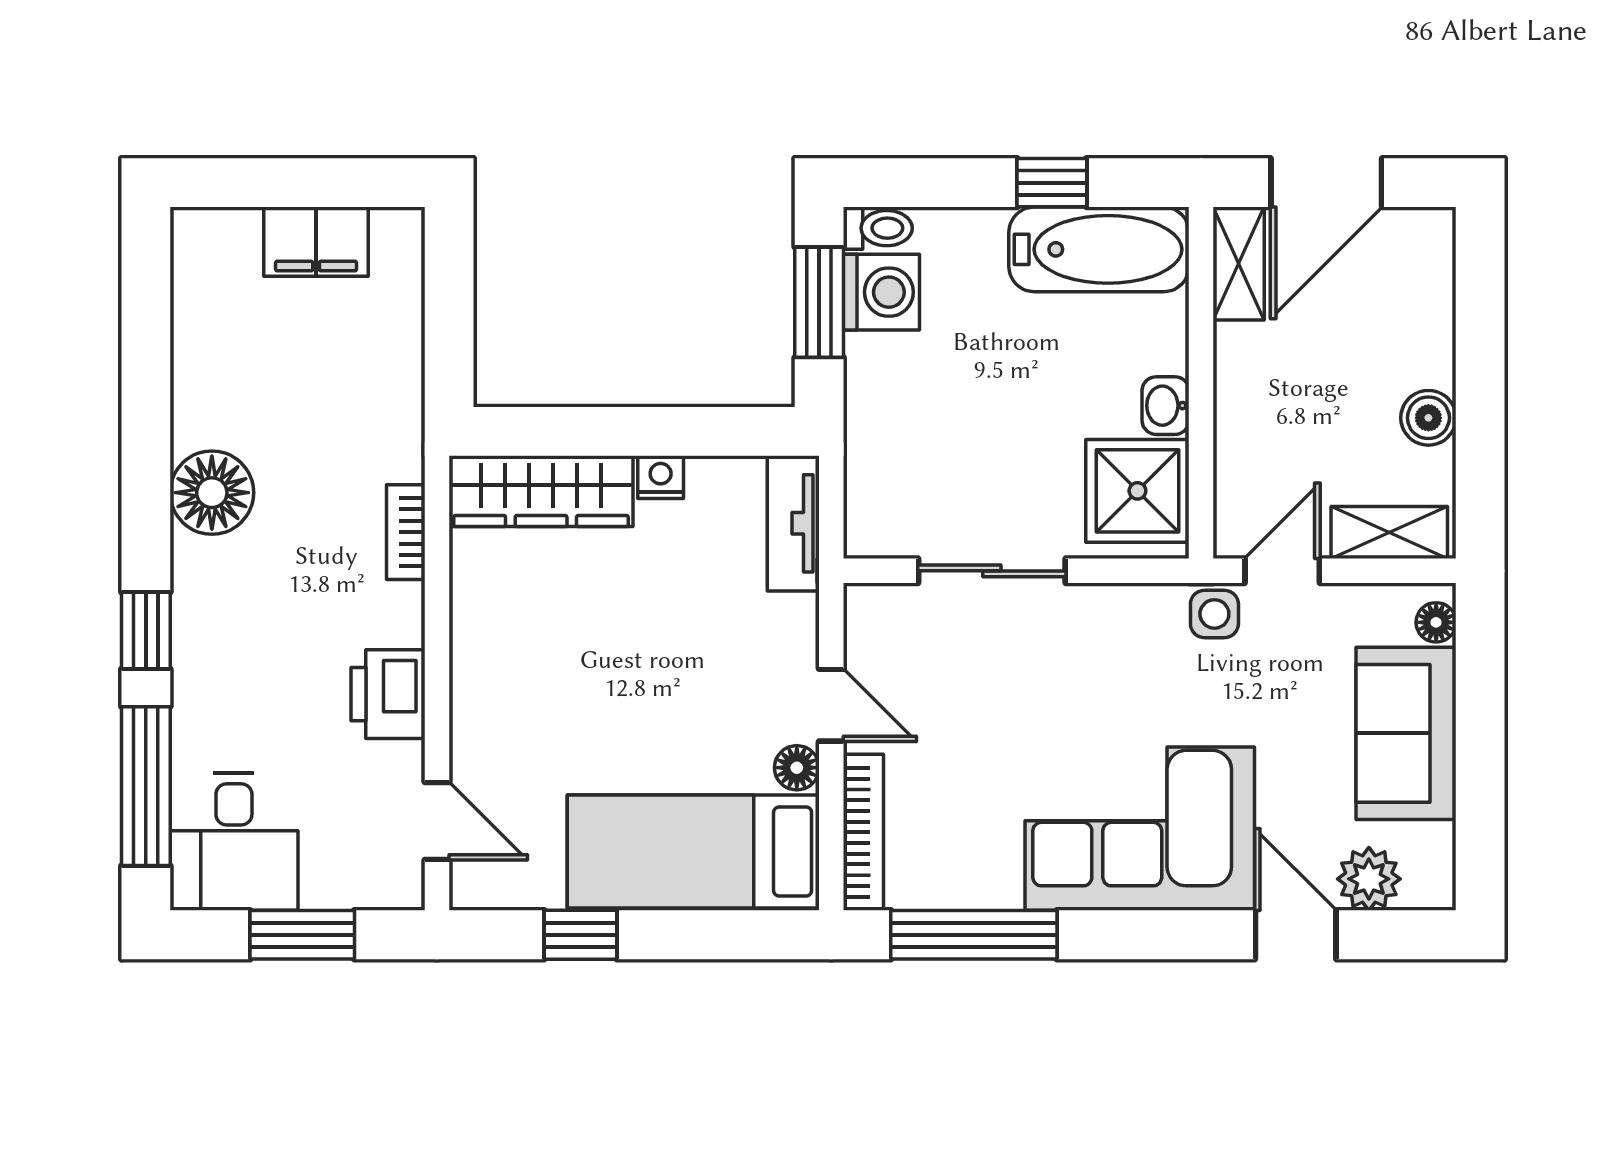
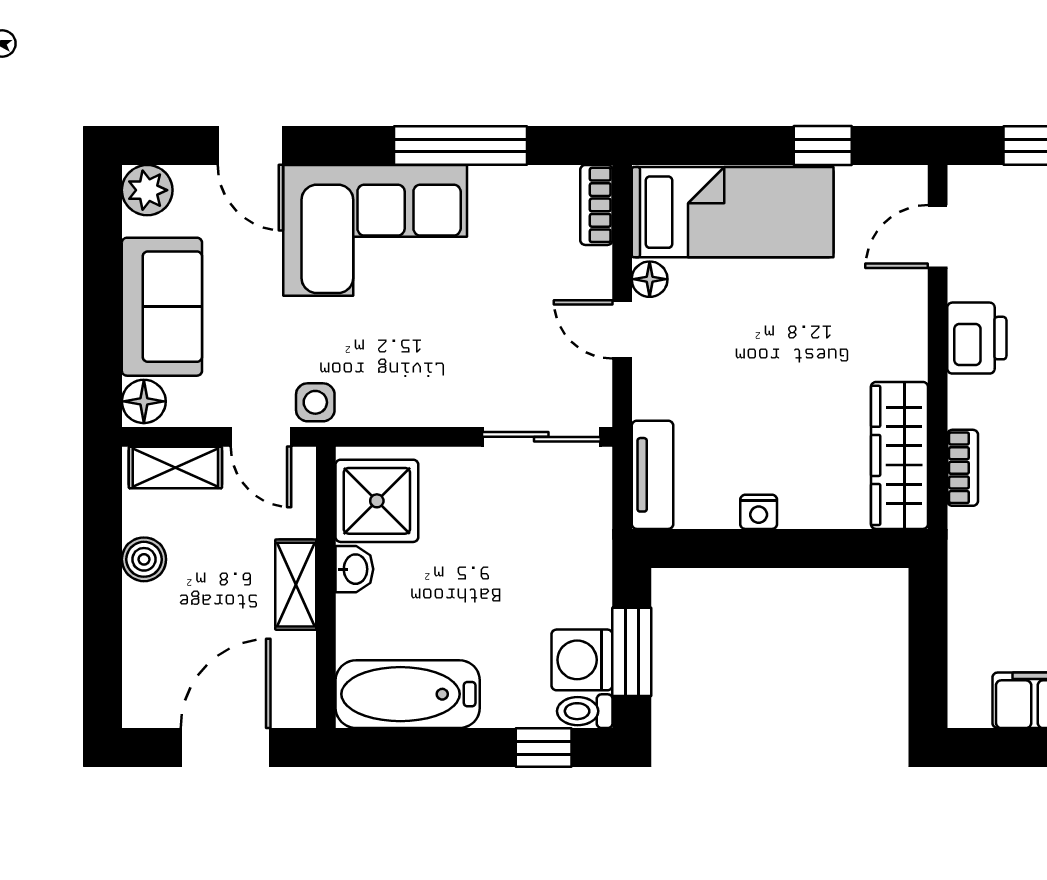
window: (1052, 183) -> (544, 748), moved
shelving: (1239, 264) -> (296, 585), moved
wardrobe: (541, 491) -> (900, 455), moved, turned -90
sliding door: (992, 571) -> (541, 437), moved
door: (1282, 571) -> (261, 437), hinge flipped
floor lamp: (1436, 622) -> (144, 401), width x1.37, depth x1.37
door: (437, 821) -> (938, 237), hinge flipped
bookcase: (863, 832) -> (596, 205), width x0.64
plant: (1369, 879) -> (147, 190), moved
window: (974, 935) -> (460, 145), moved

